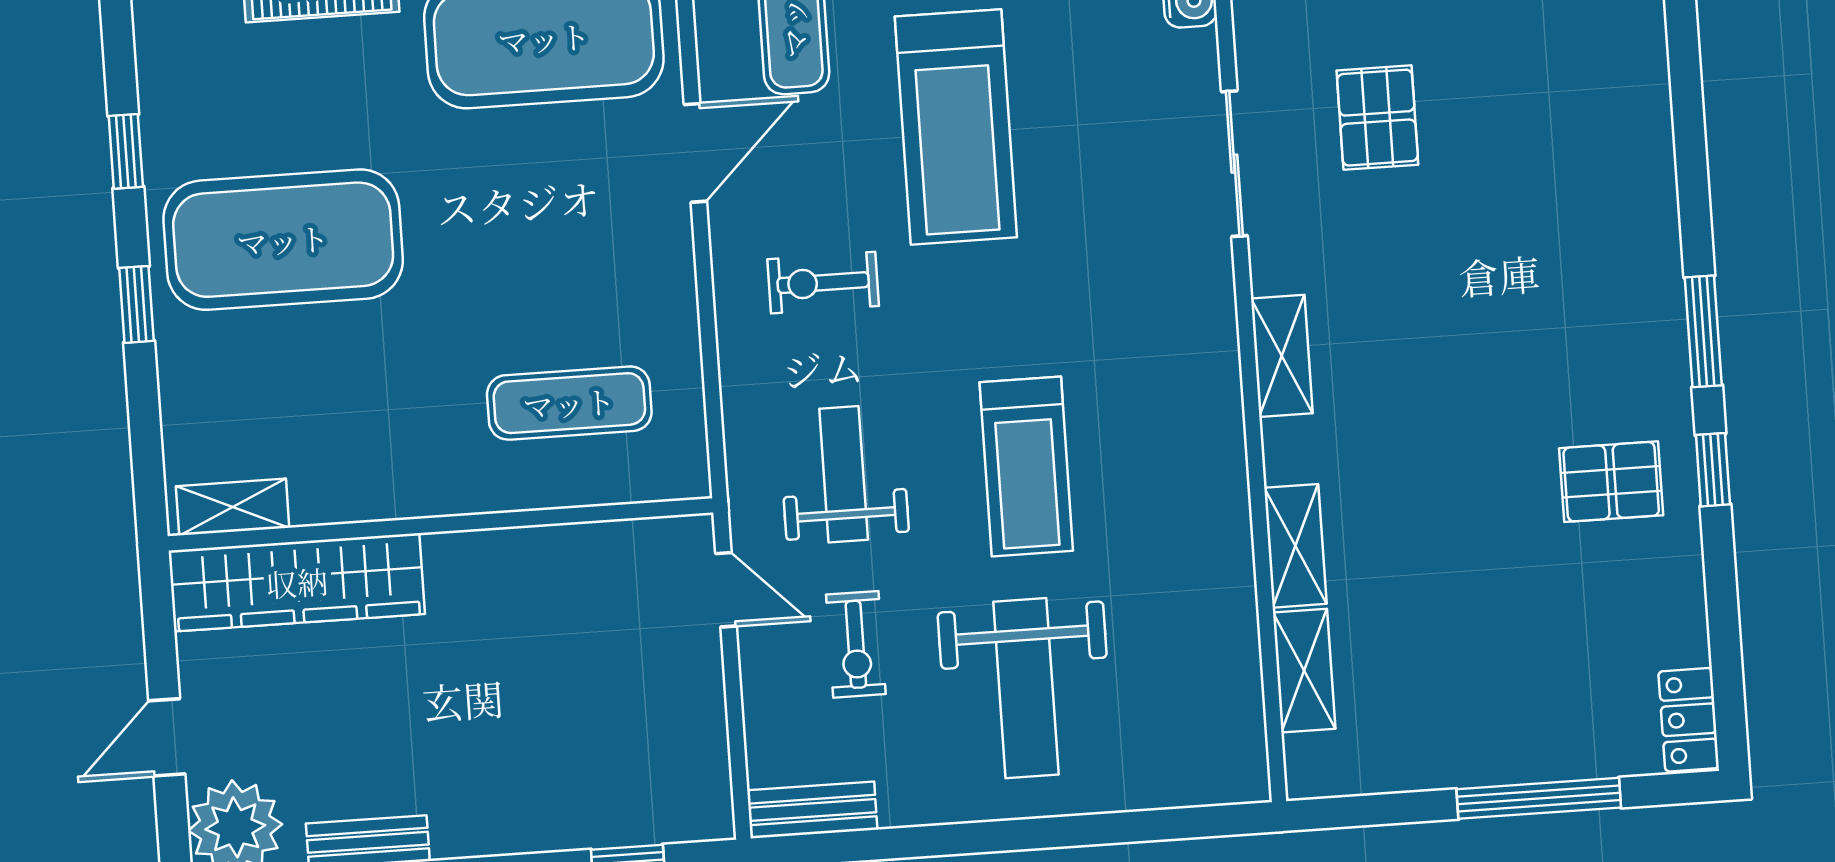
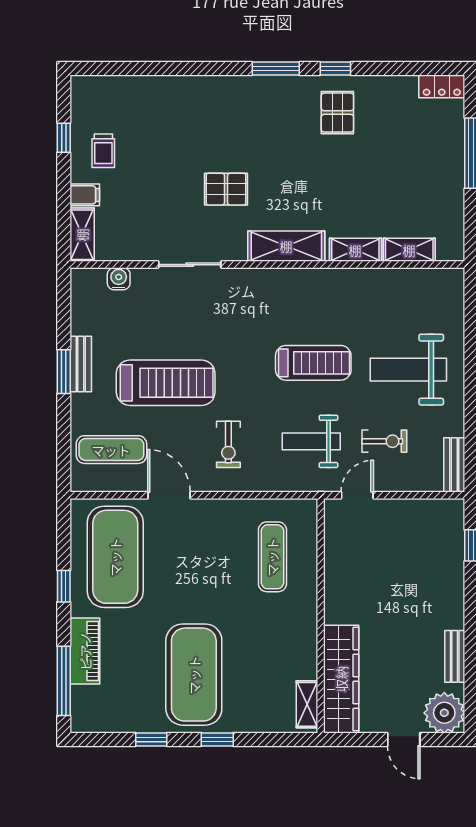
pallet: (1377, 118) -> (226, 189), moved
shelving: (1282, 356) -> (286, 246), width x1.50, depth x1.33
weight bench: (1026, 688) -> (408, 370), turned 180

